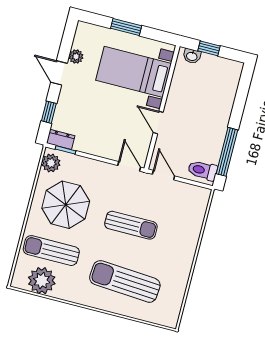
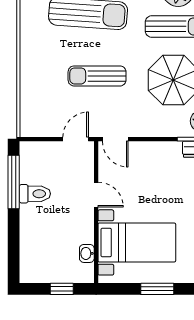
washbasin: (192, 56) -> (87, 253), moved, turned -90
toilet: (203, 170) -> (35, 194), moved
door: (164, 175) -> (76, 139), swing flipped

